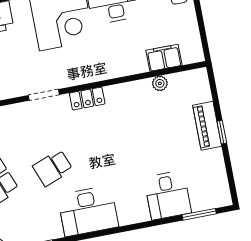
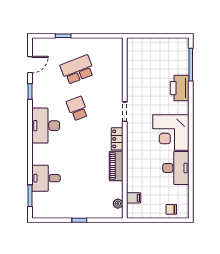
filing cabinet: (164, 58) -> (134, 198), width x0.50
plant: (160, 83) -> (118, 204), moved
piano: (207, 126) -> (116, 166), moved, turned -90

